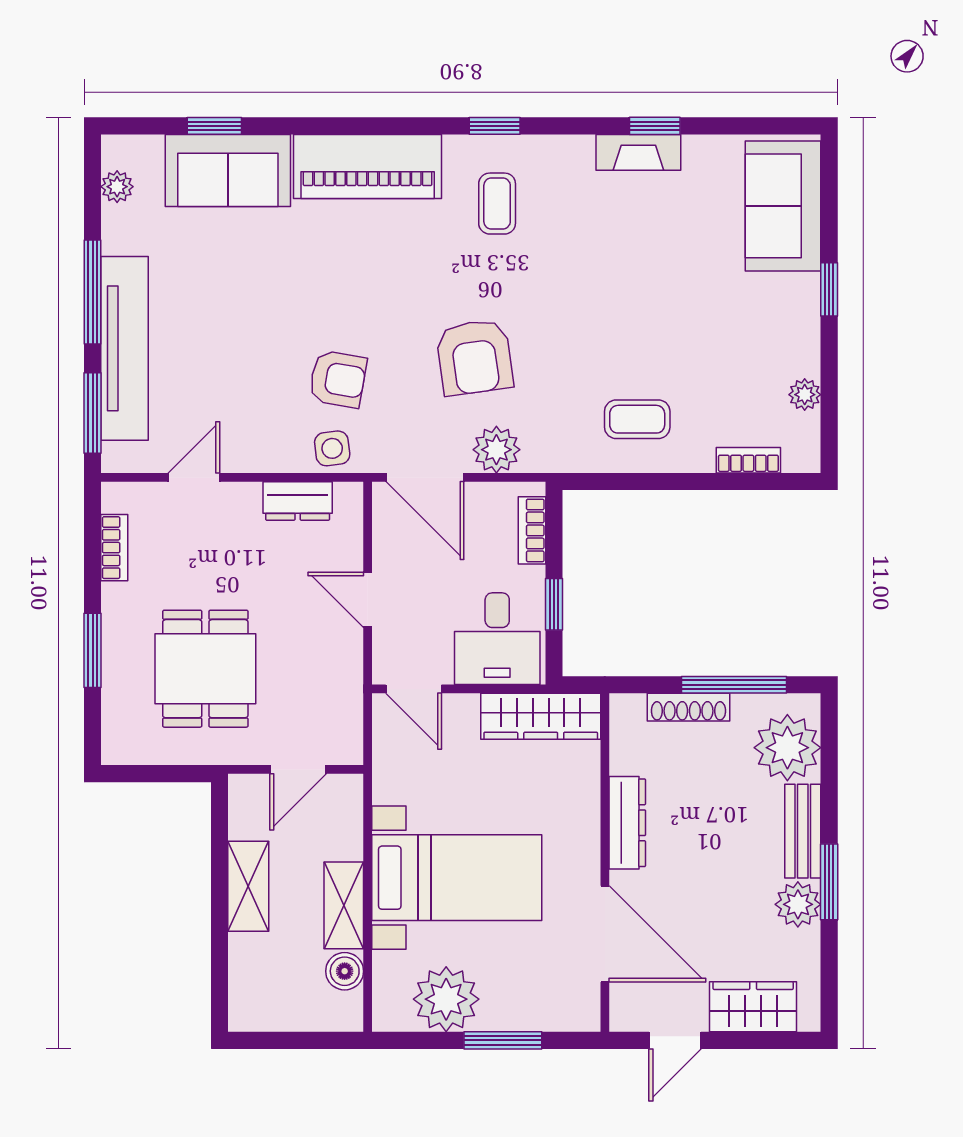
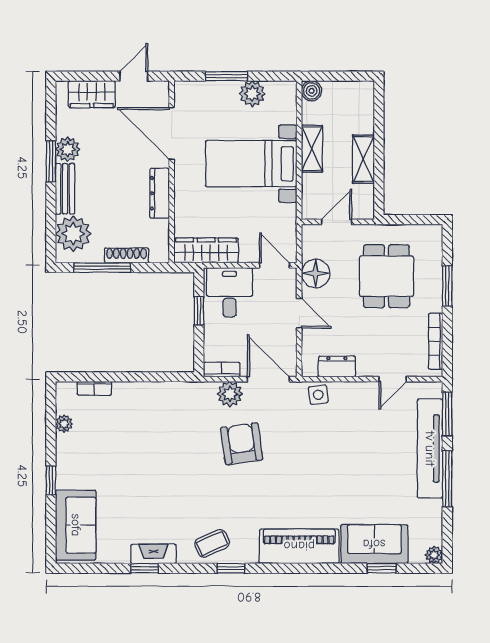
plant: (117, 187) -> (434, 555), moved
coffee table: (497, 204) -> (212, 543), moved, turned 66
armchair: (338, 379) -> (315, 432), removed
coffee table: (637, 419) -> (154, 410), removed
bookcase: (532, 530) -> (222, 370), moved, turned -90
bookcase: (114, 548) -> (435, 341), width x1.56
floor lamp: (337, 674) -> (316, 273), added
boiler: (345, 971) -> (312, 91), moved
plant: (446, 999) -> (252, 94), width x0.73, depth x0.73

